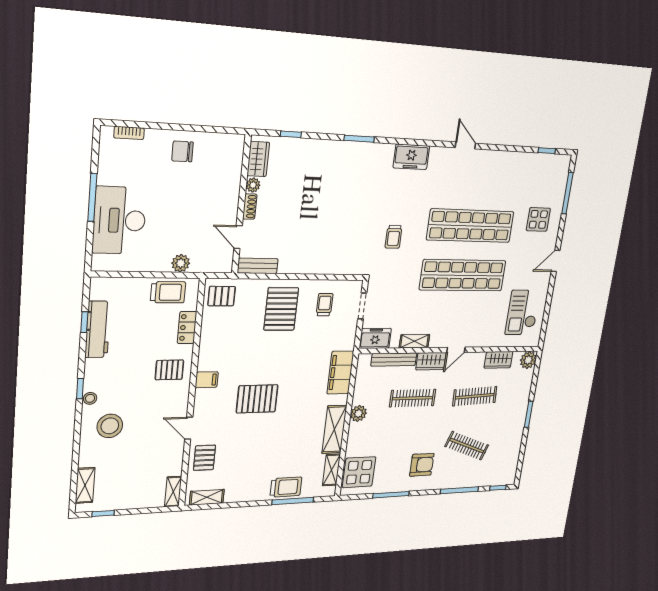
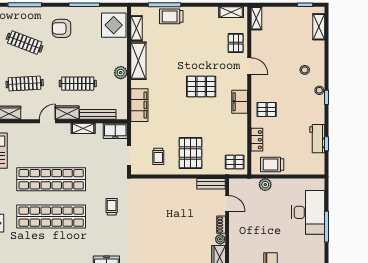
workbench: (98, 329) -> (317, 139), width x0.73
filing cabinet: (207, 380) -> (240, 102), width x2.00
stool: (110, 426) -> (305, 70), width x0.53, depth x0.53

